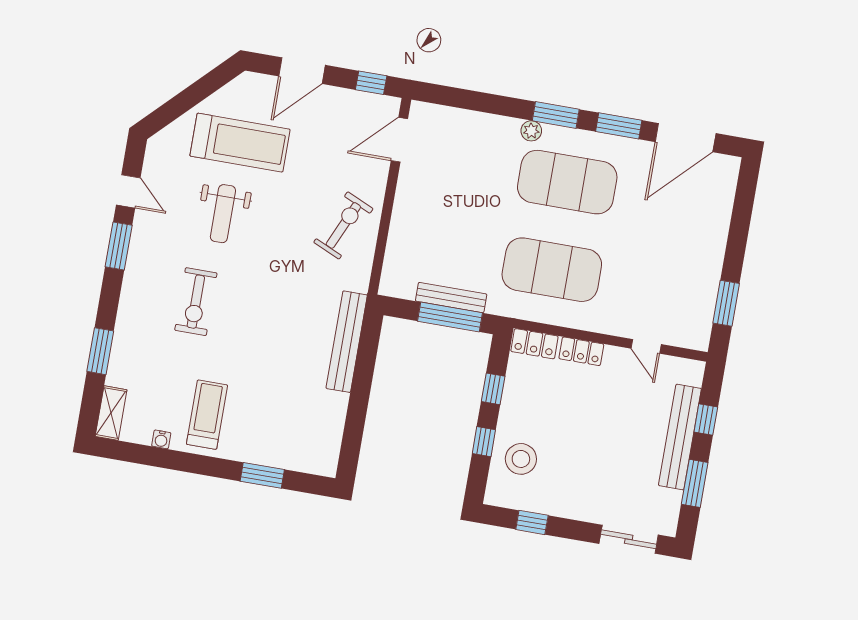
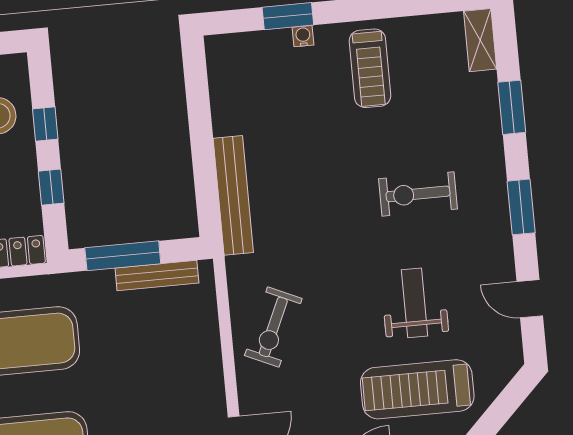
window: (119, 246) -> (521, 207), moved
bench: (451, 298) -> (157, 276), moved
exercise bike: (196, 302) -> (418, 194), turned -90
water cooler: (161, 439) -> (303, 36), moved

